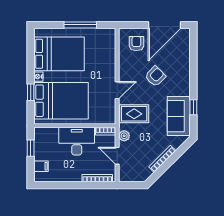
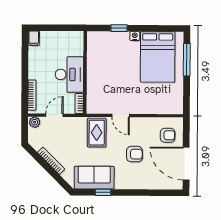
window: (80, 25) -> (187, 60), moved
armchair: (155, 76) -> (134, 154), turned -45
bed: (61, 101) -> (110, 59), removed
plant: (124, 136) -> (35, 122), moved
window: (31, 148) -> (63, 28), removed
filing cabinet: (41, 166) -> (34, 38), moved

